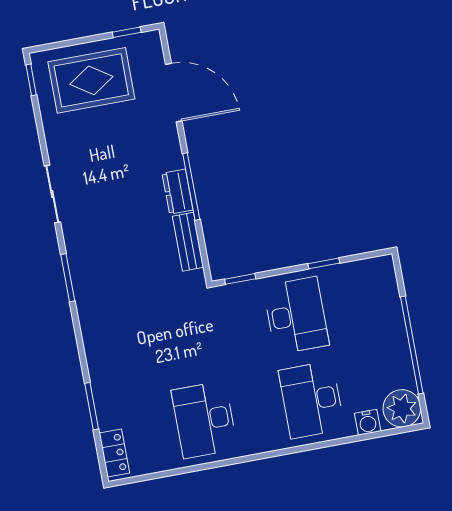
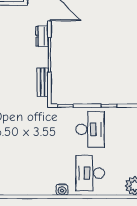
dresser: (178, 192) -> (42, 36), moved
desk: (204, 420) -> (34, 173), removed
water cooler: (368, 422) -> (62, 190), moved

